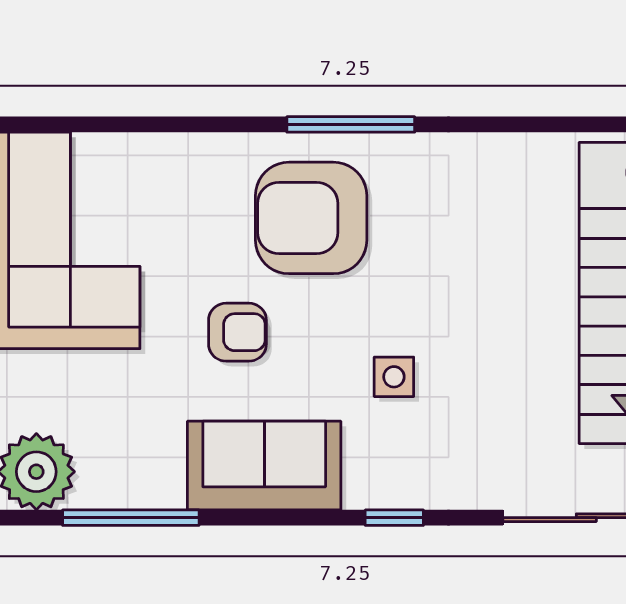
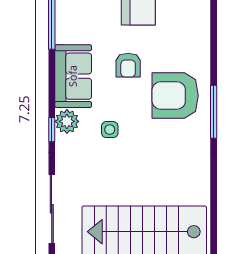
armchair: (311, 218) -> (175, 96), turned -90
plant: (374, 481) -> (67, 121), added

